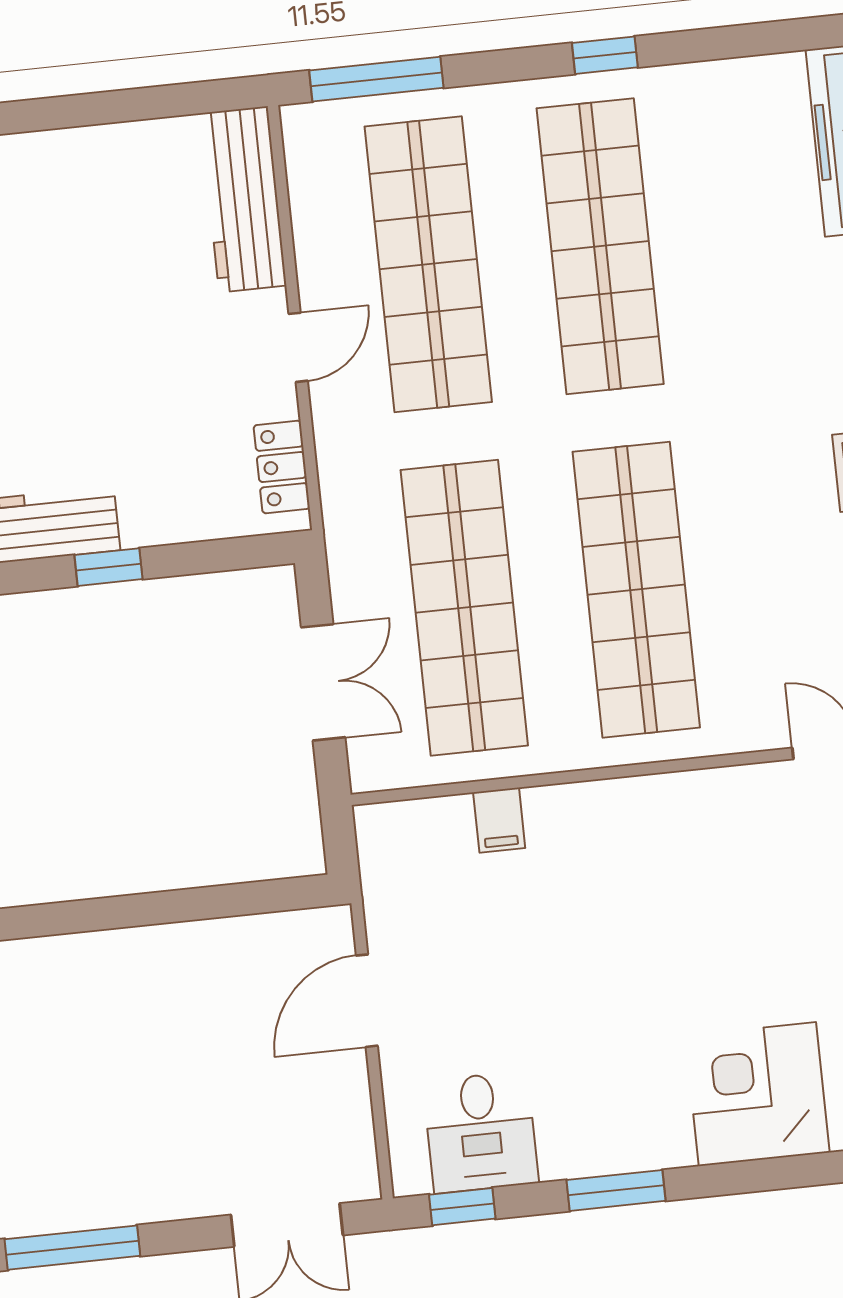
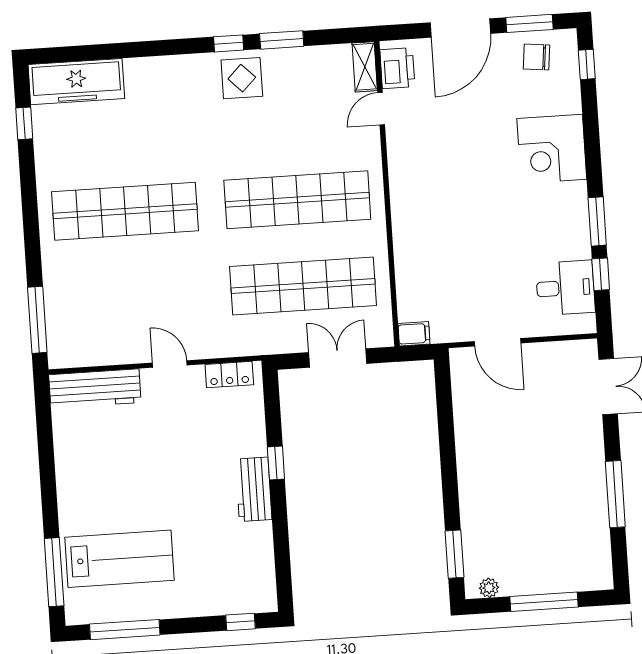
window: (605, 55) -> (24, 123), moved
shop shelf: (428, 264) -> (131, 297), removed
filing cabinet: (499, 820) -> (414, 334), moved
window: (462, 1207) -> (601, 274), moved

